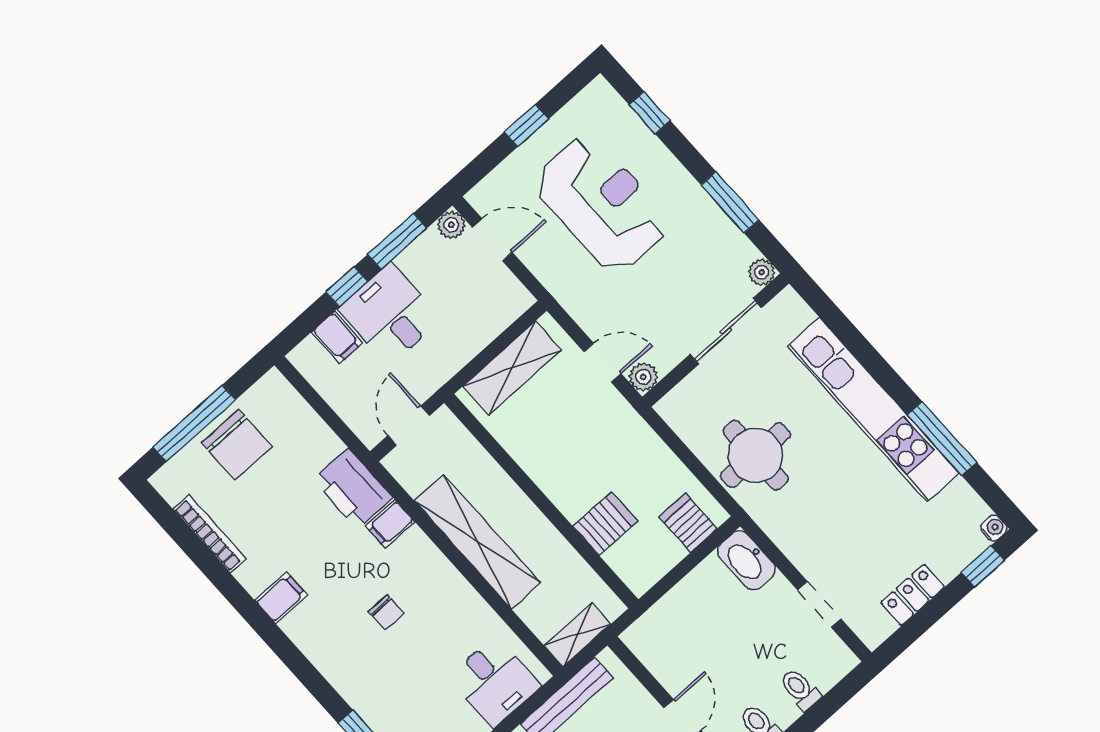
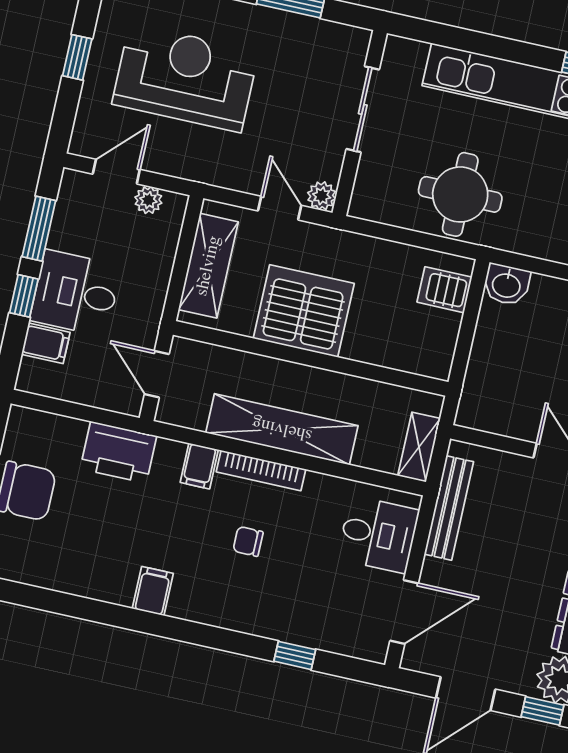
plant: (451, 225) -> (148, 200), moved
plant: (762, 272) -> (358, 40), removed
door: (602, 363) -> (280, 208), hinge flipped
printer: (353, 489) -> (119, 452), moved
server rack: (605, 524) -> (304, 311), moved, width x2.18, depth x1.44
bookcase: (210, 534) -> (261, 471), moved, turned 180
washbasin: (746, 560) -> (506, 285), width x0.72
chair: (386, 612) -> (248, 541), turned 180

